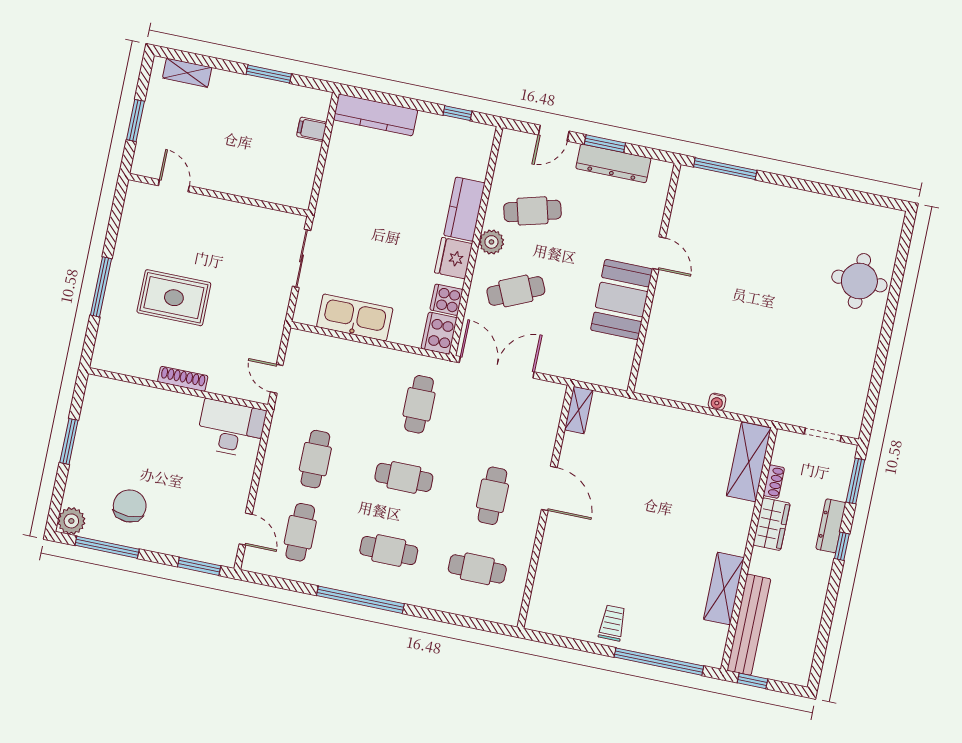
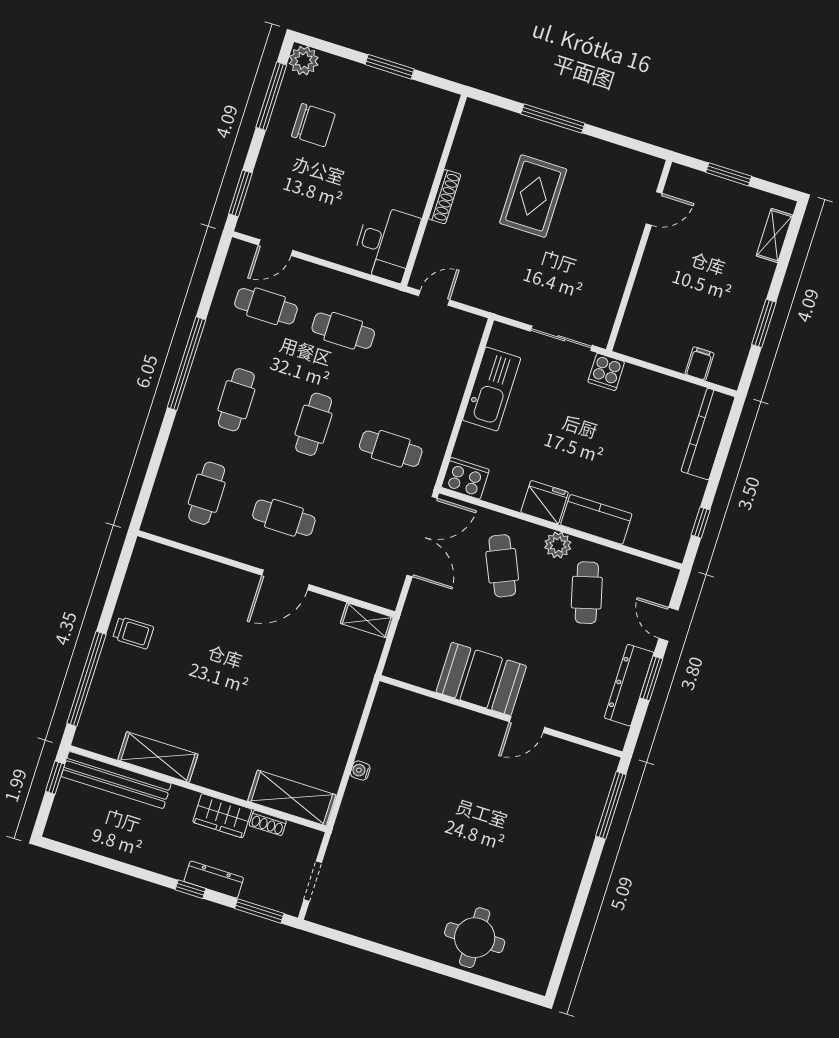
cooker: (446, 300) -> (606, 372), moved, turned 180

